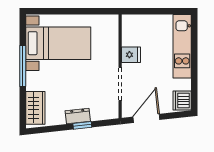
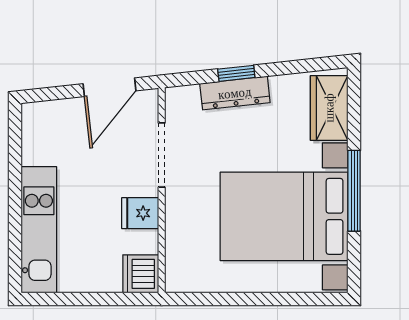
bed with nightstands: (58, 43) -> (284, 216), width x1.36
dishwasher: (182, 101) -> (141, 274), moved, turned 180
dresser: (78, 116) -> (235, 93), width x1.44

